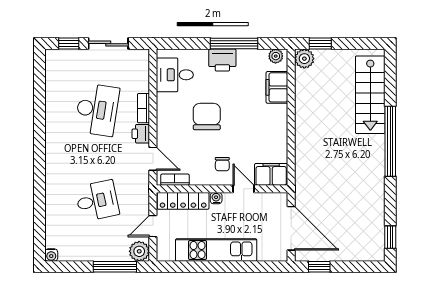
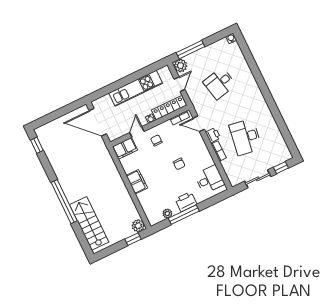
plant: (276, 56) -> (167, 213), moved
filing cabinet: (277, 87) -> (137, 182), moved
chair: (207, 117) -> (179, 164), width x0.54, depth x0.54
door: (243, 189) -> (137, 132), swing flipped
window: (319, 267) -> (70, 108), removed

